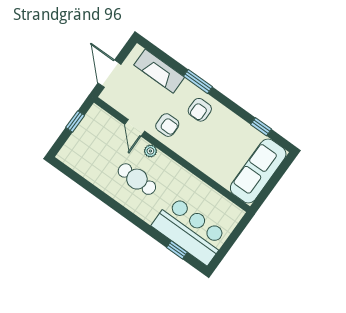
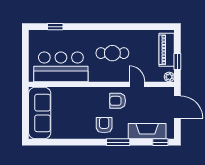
window: (261, 127) -> (160, 142), moved
piano: (78, 142) -> (167, 50), added
plant: (150, 151) -> (169, 77), moved
bar counter: (190, 230) -> (61, 67), moved, turned 180

